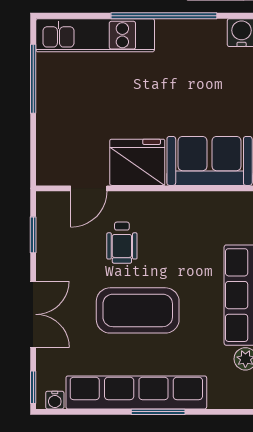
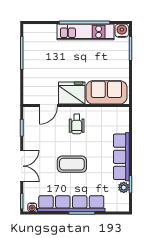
kitchen unit: (95, 35) -> (86, 32), moved
wheelchair: (122, 243) -> (77, 124), moved
coffee table: (138, 310) -> (72, 164), width x0.73, depth x0.76

